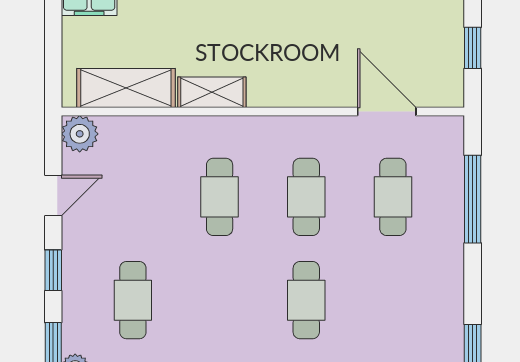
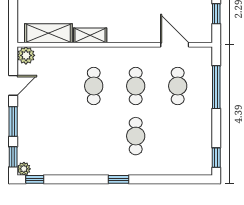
window: (53, 270) -> (13, 122), width x1.50
cafe table: (133, 300) -> (52, 136), removed

